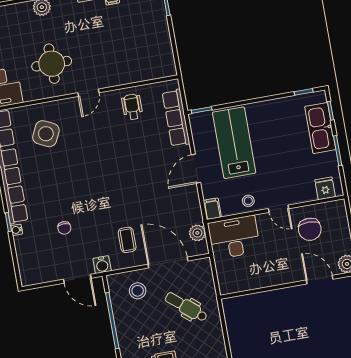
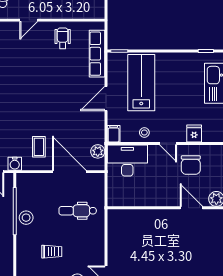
fridge: (325, 188) -> (194, 133), moved
stool: (138, 291) -> (26, 218), moved
dental chair: (186, 307) -> (78, 211), turned -40

